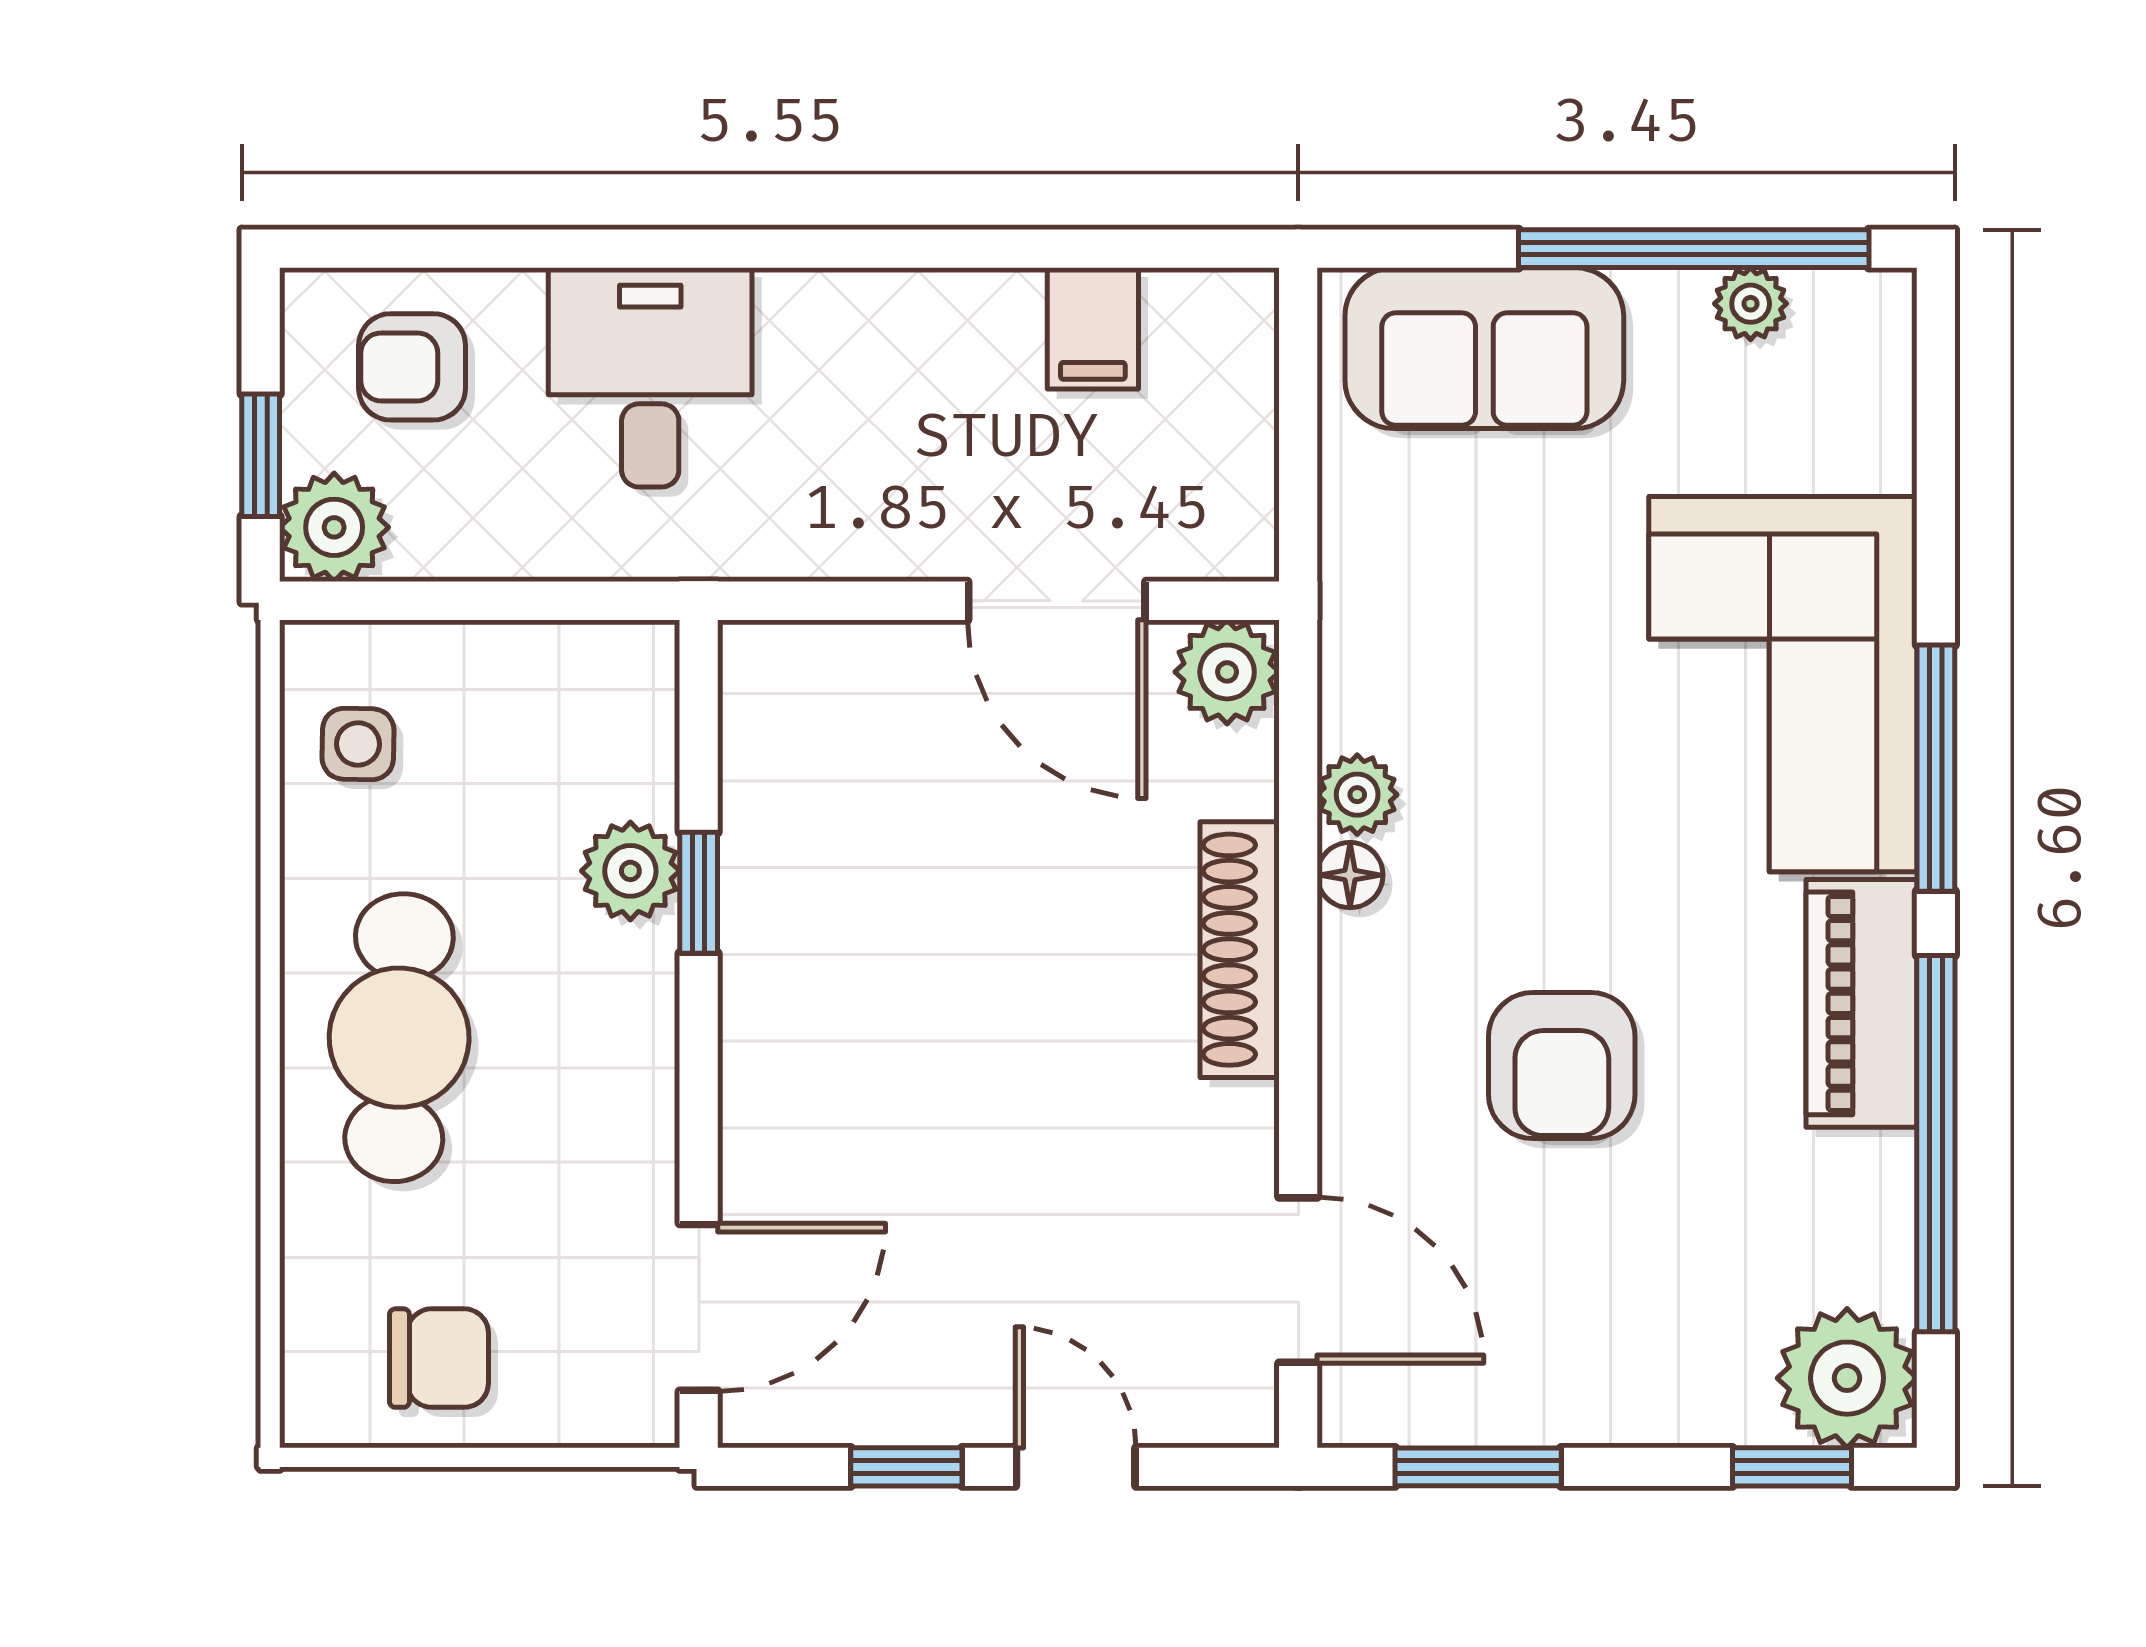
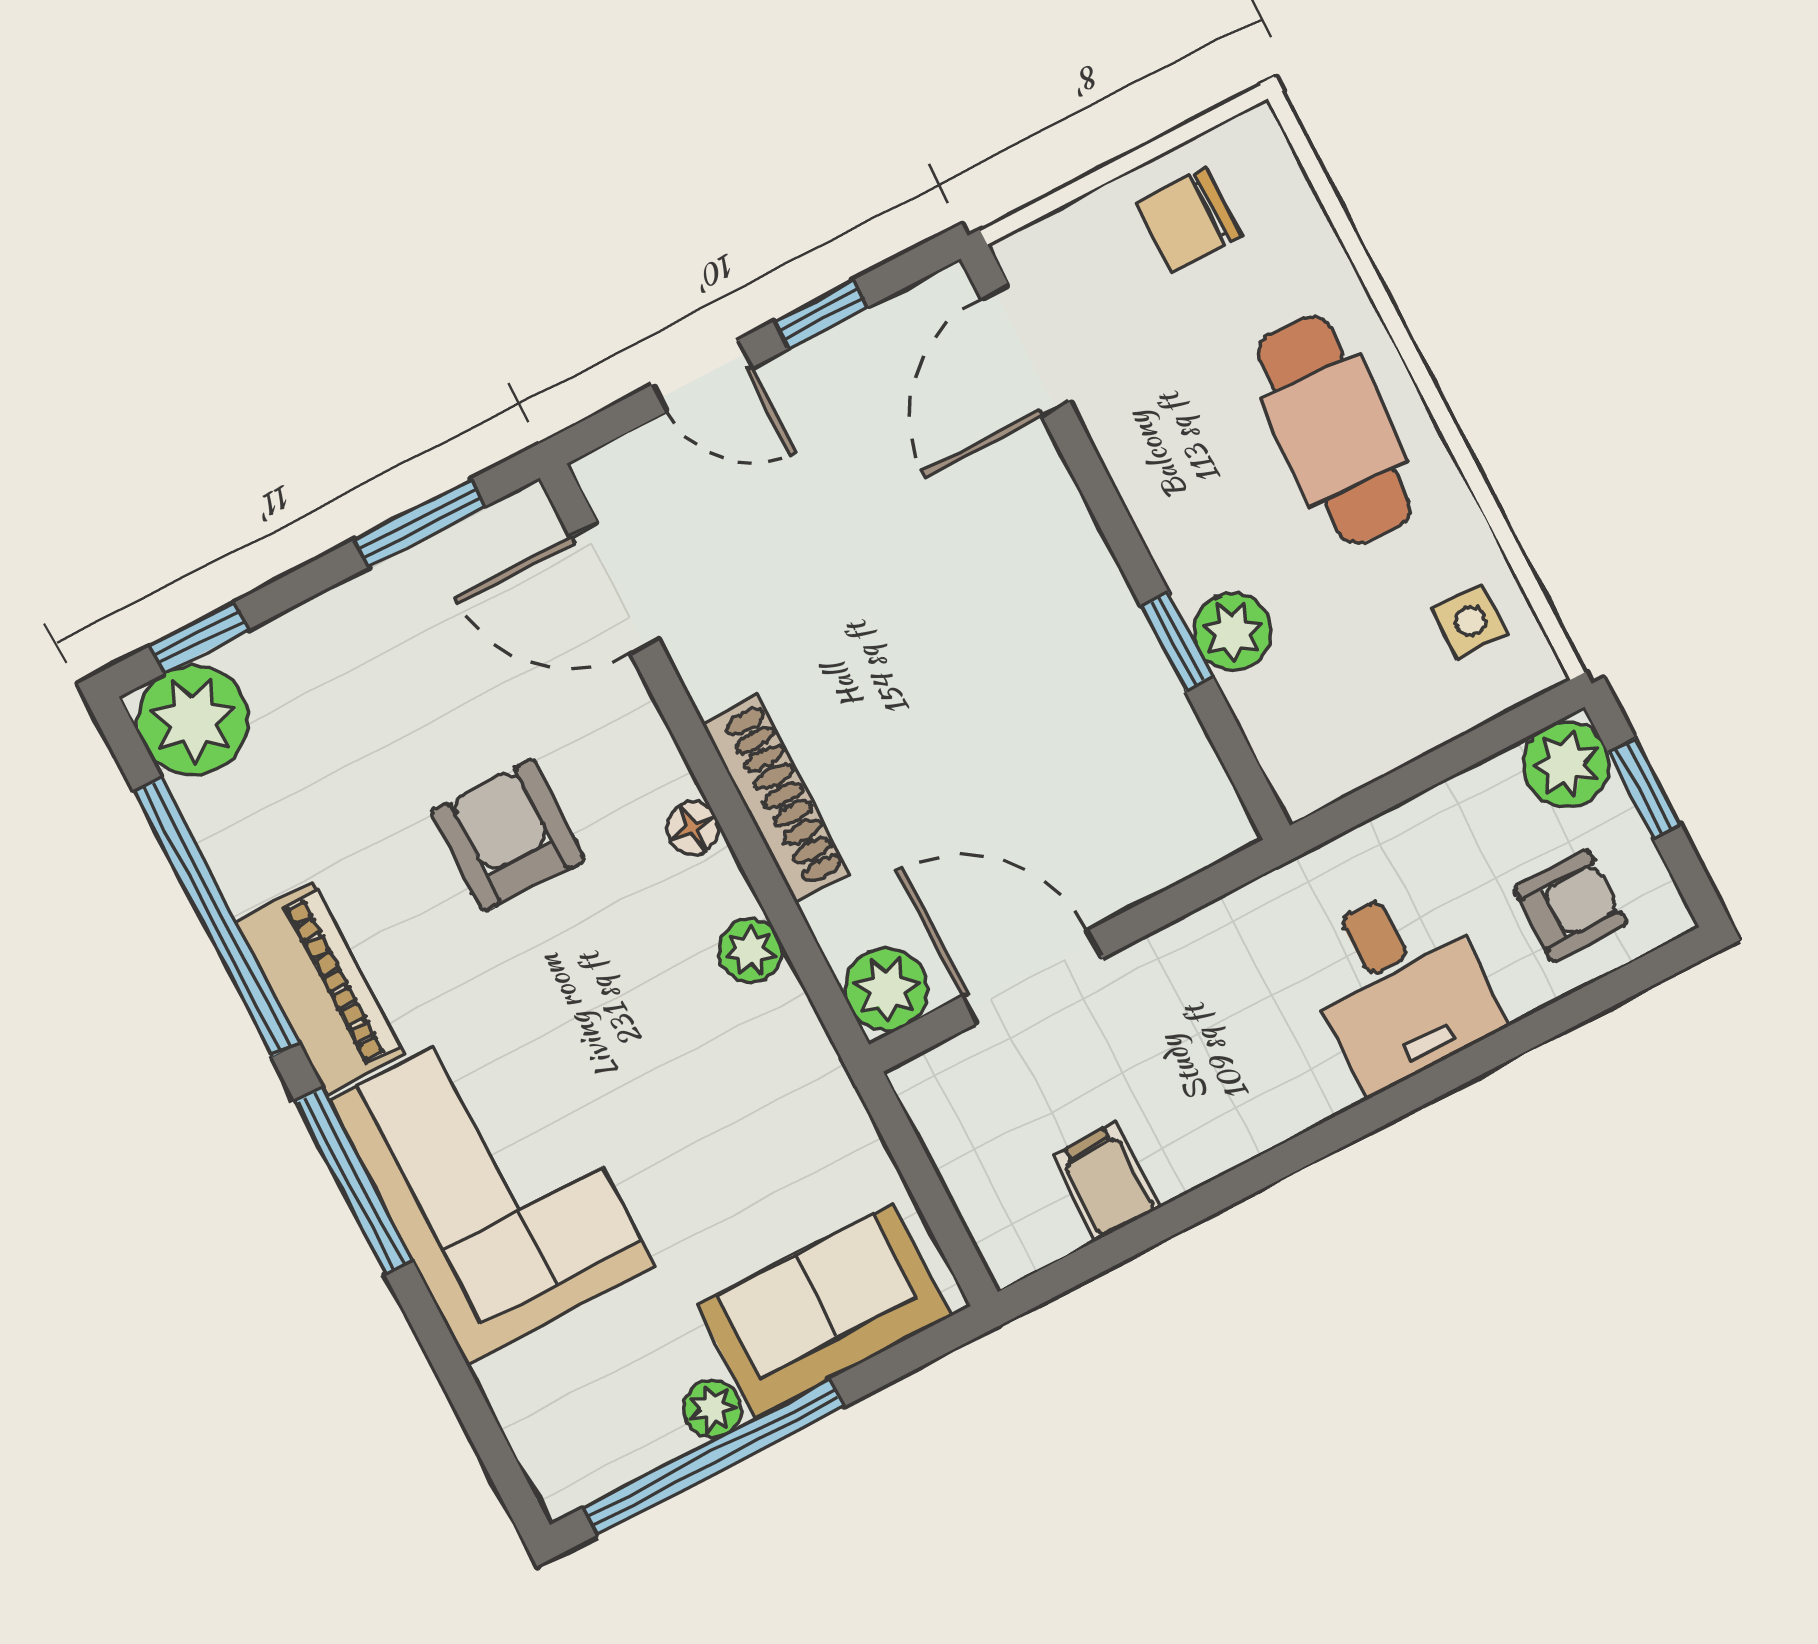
plant: (1751, 304) -> (712, 1409), moved
floor lamp: (1350, 875) -> (693, 828), moved

